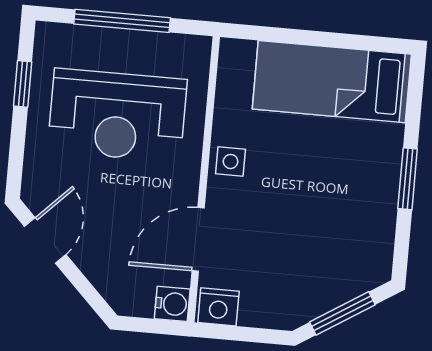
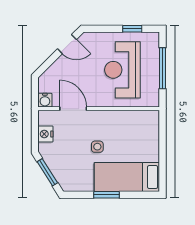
bed: (332, 82) -> (127, 177), moved, turned -90
side table: (231, 161) -> (97, 147), moved
nightstand: (218, 307) -> (45, 134), moved

